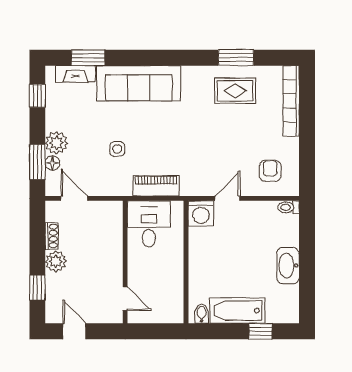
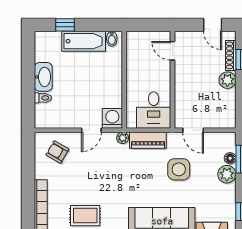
side table: (117, 149) -> (179, 169), width x1.87, depth x1.87
armchair: (270, 171) -> (57, 152), turned 120
plant: (188, 189) -> (123, 138), added
door: (74, 198) -> (193, 130), moved
toilet: (289, 207) -> (43, 98), moved
shoe rack: (52, 236) -> (231, 55), moved, width x1.43

